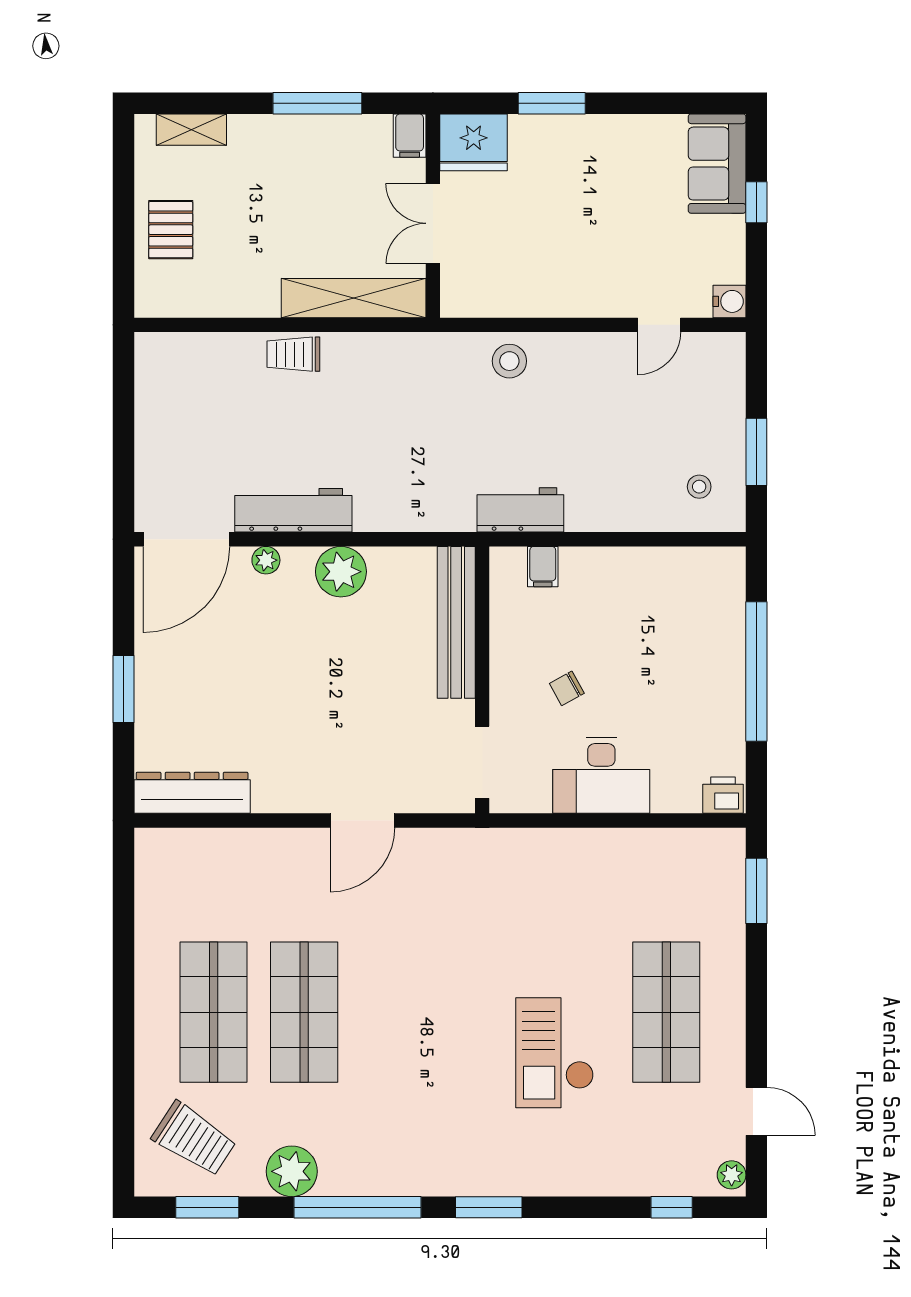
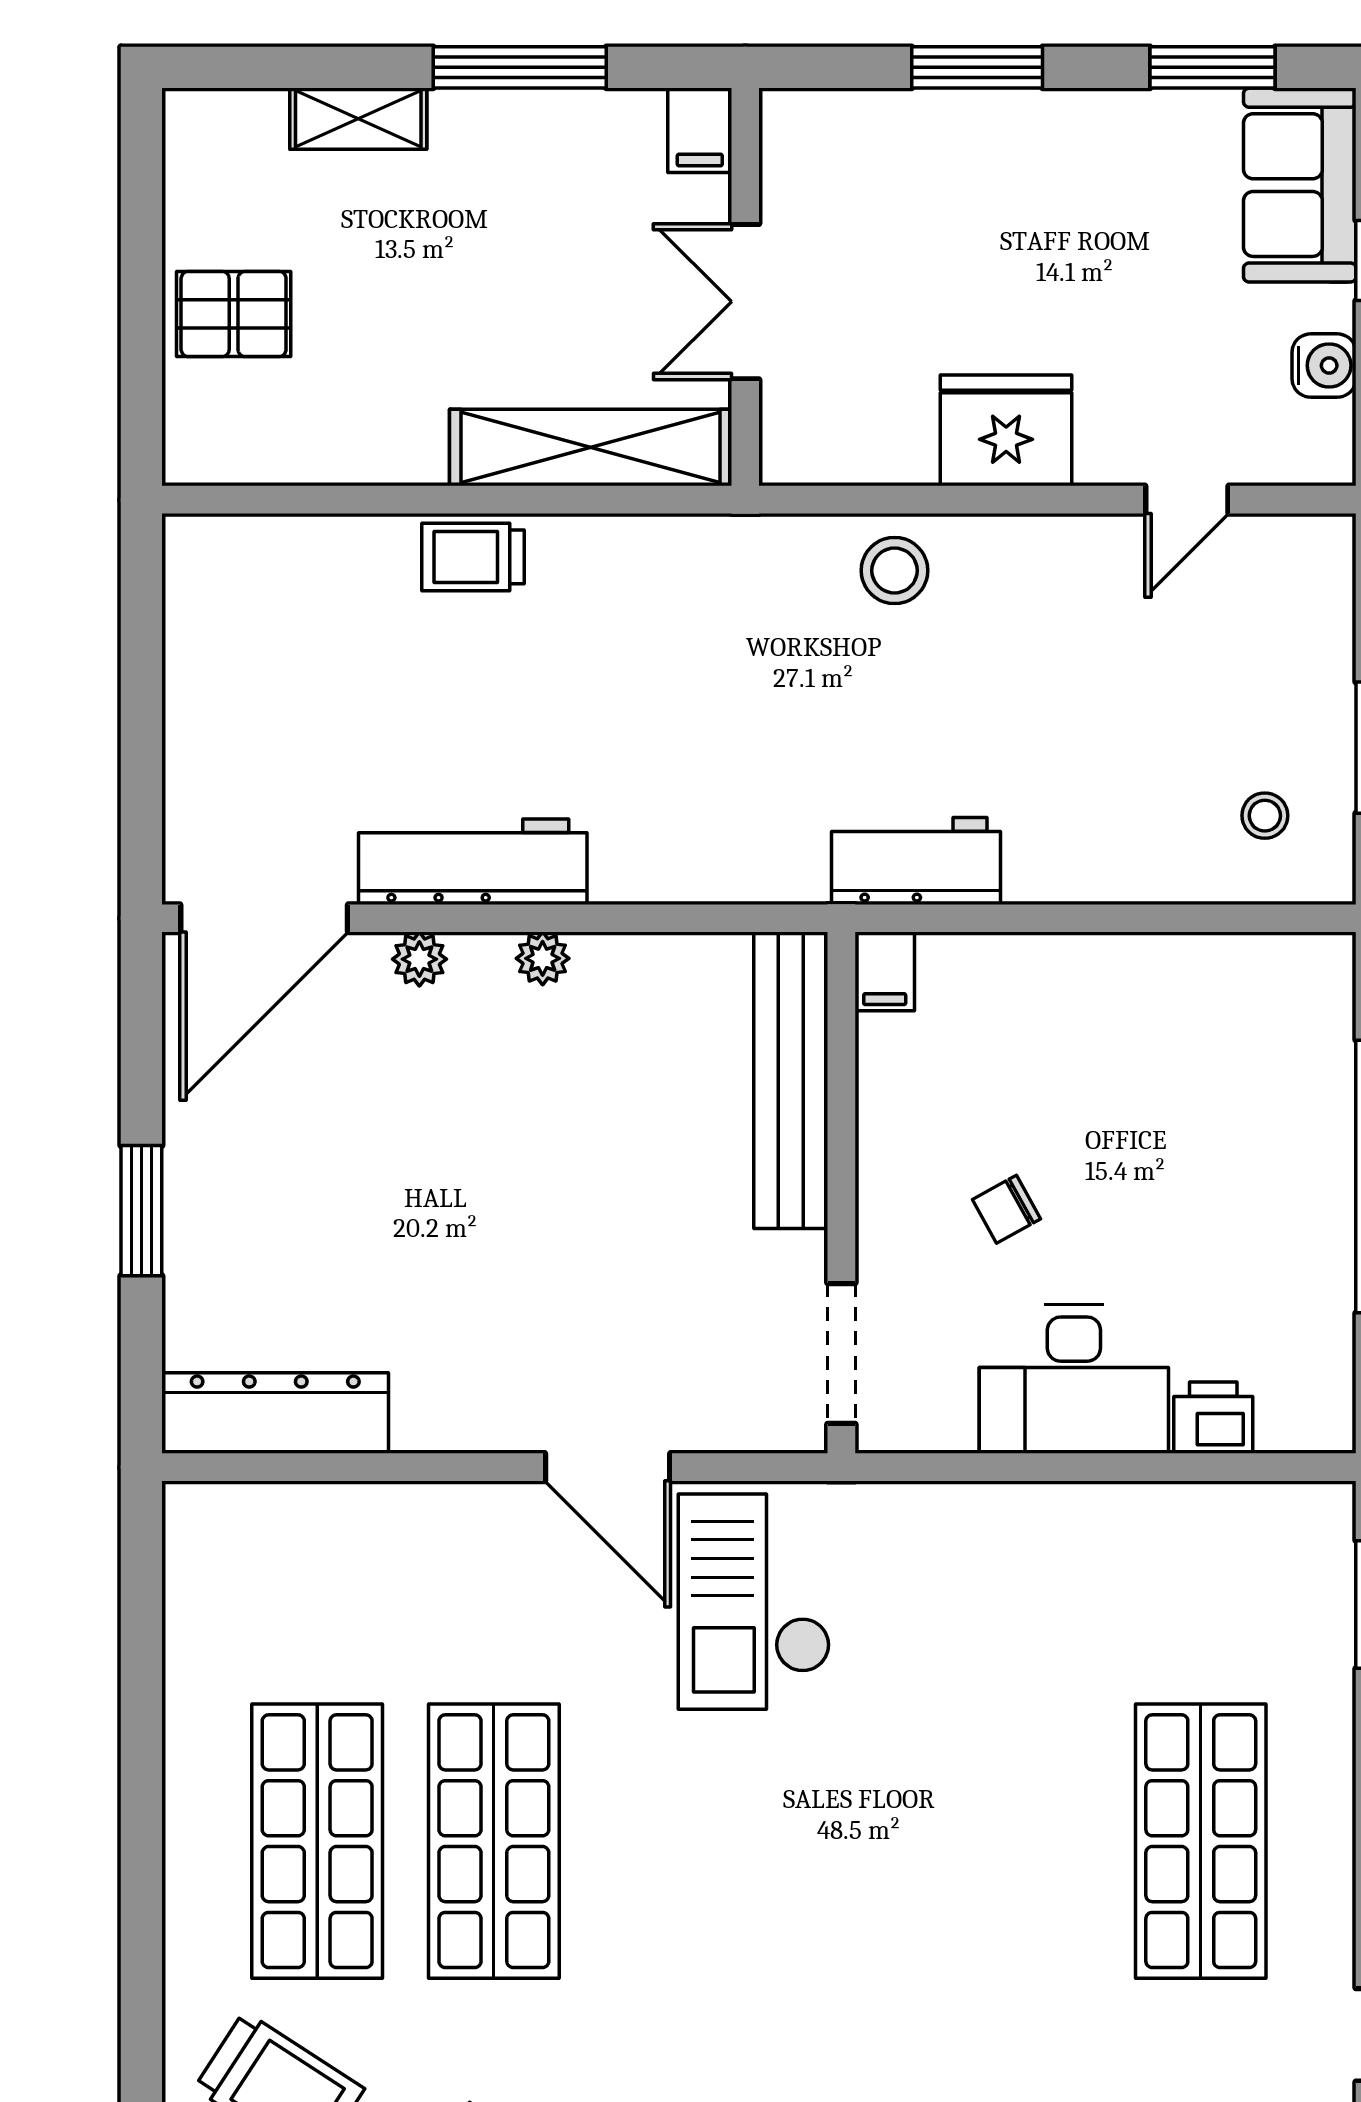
window: (672, 103) -> (1213, 67), added
shelving: (191, 130) -> (358, 119), moved
fridge: (474, 142) -> (1006, 430), moved, turned 180
pallet: (171, 230) -> (234, 314), turned 90
water cooler: (729, 301) -> (1324, 366), moved
filing cabinet: (543, 567) -> (885, 971), moved
plant: (341, 572) -> (543, 958), width x0.53, depth x0.53
printer: (723, 795) -> (1213, 1418), moved
door: (362, 821) -> (608, 1467), hinge flipped
checkout: (555, 1053) -> (754, 1602), moved

